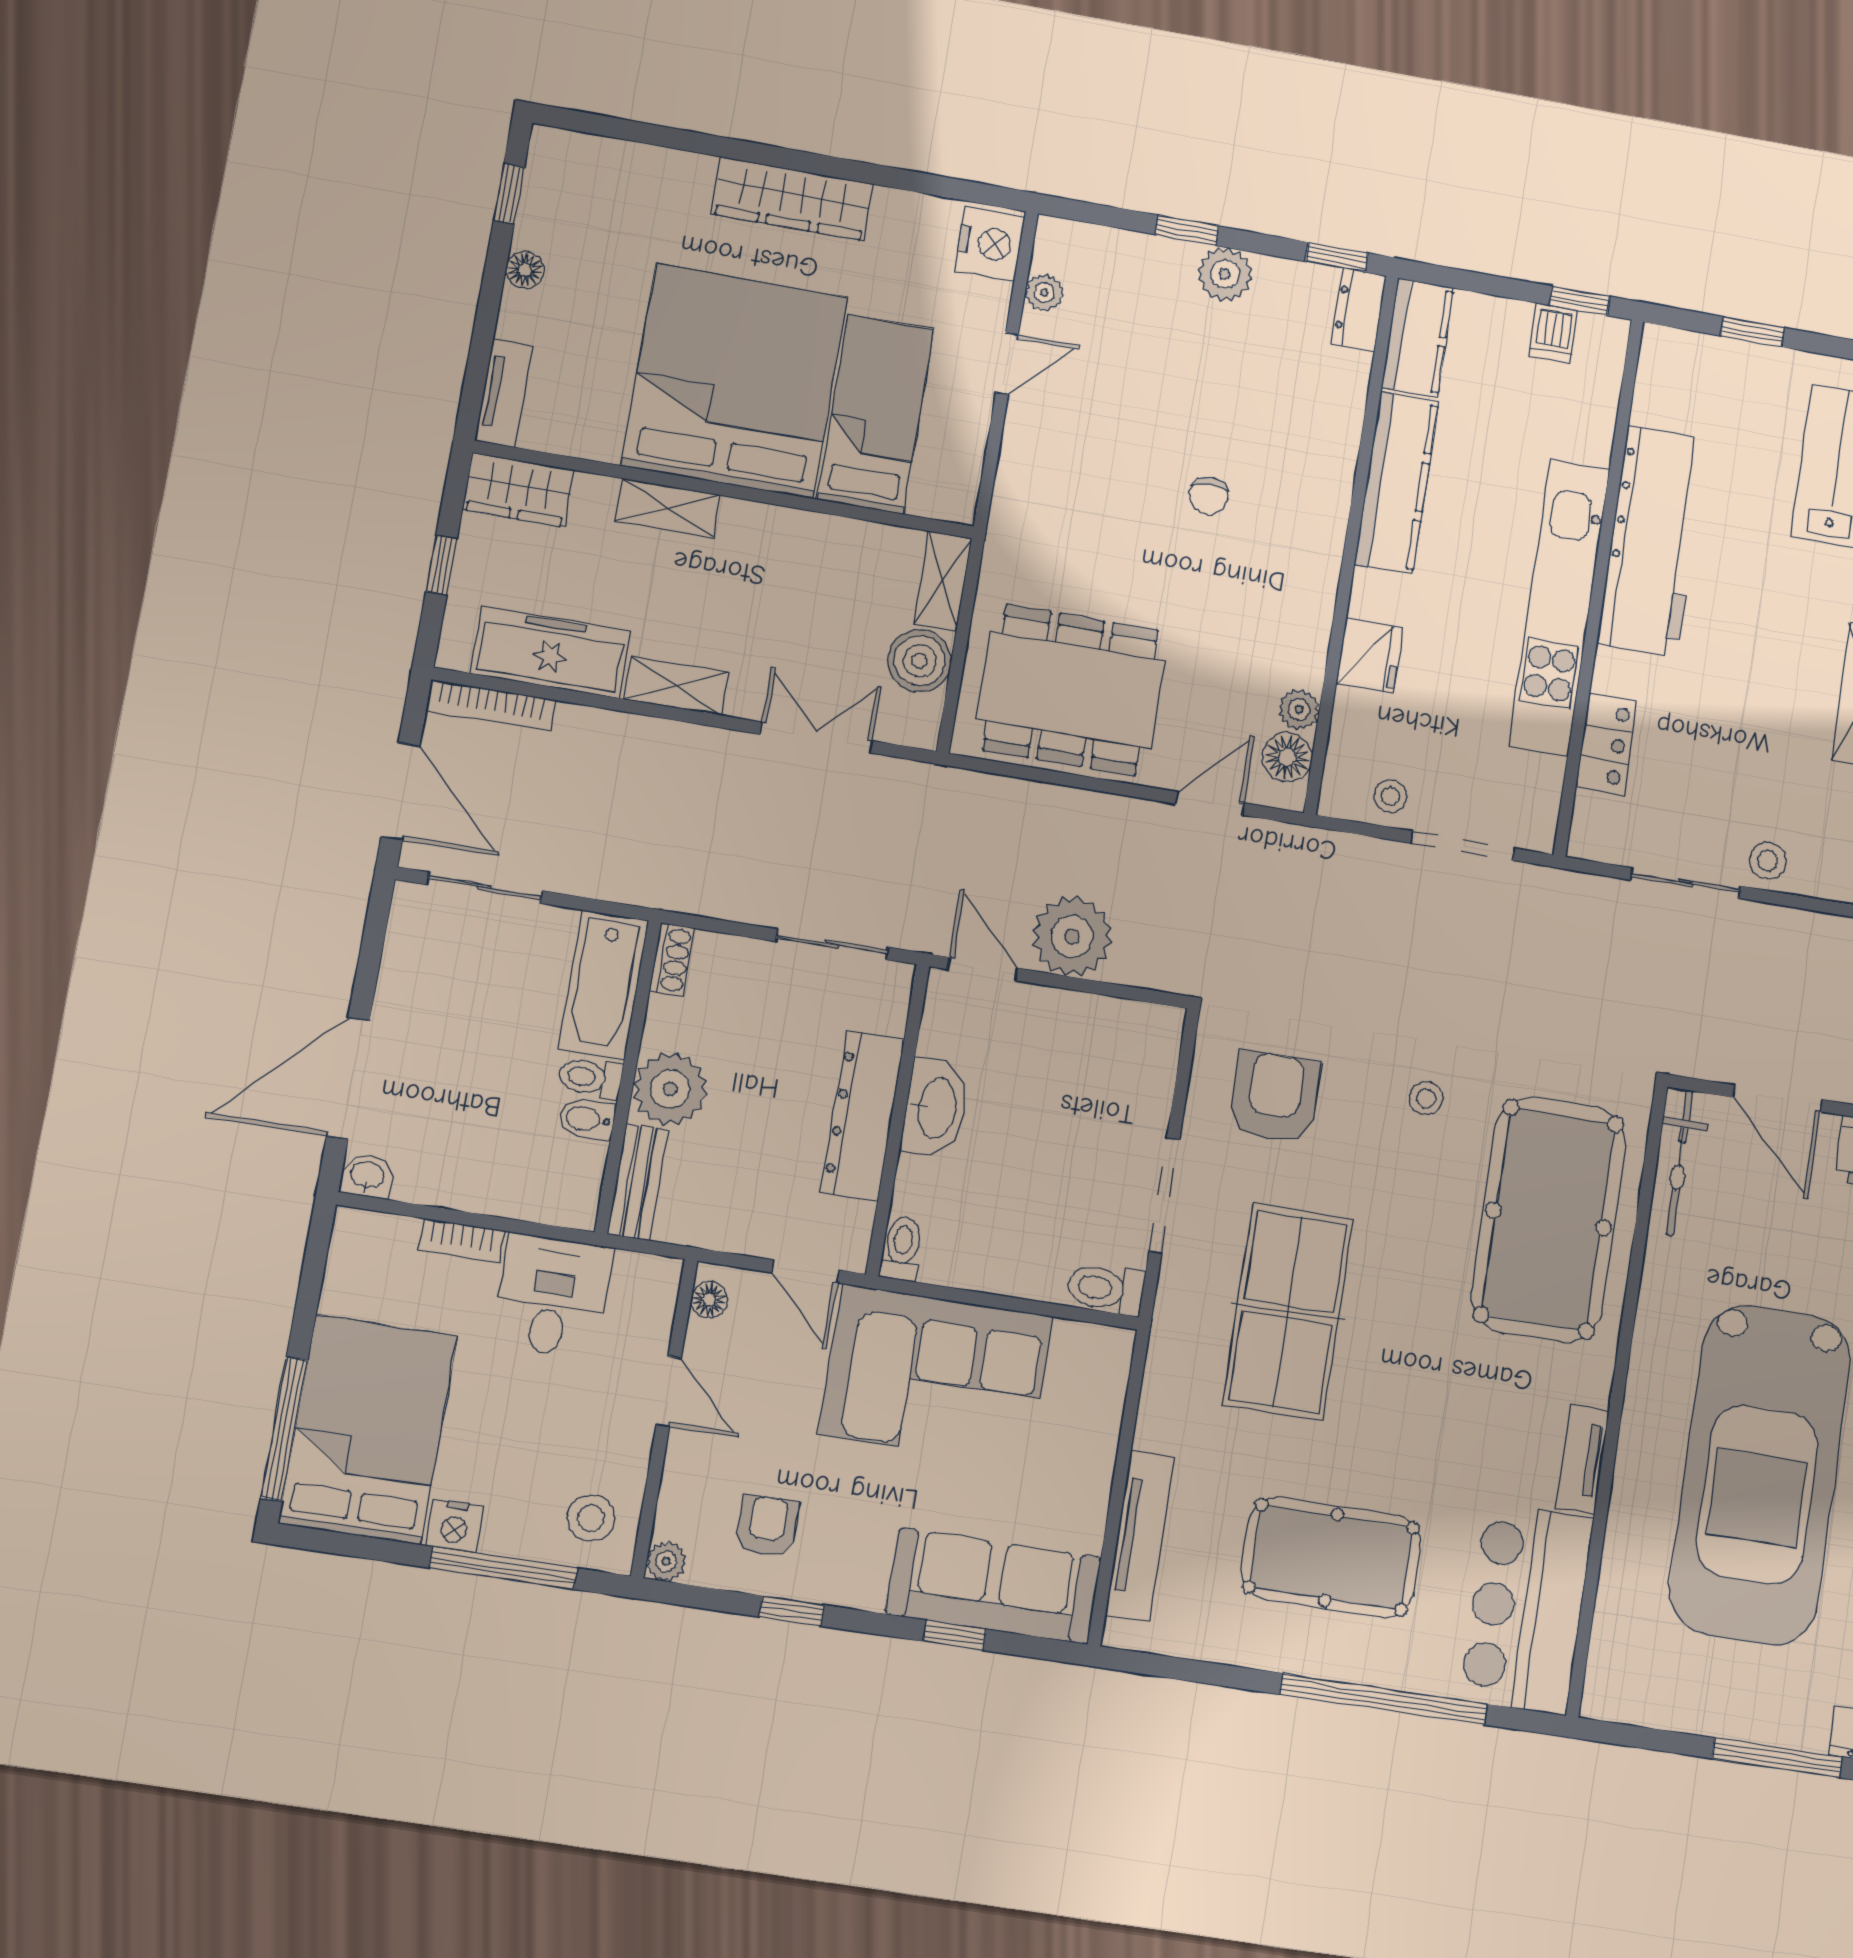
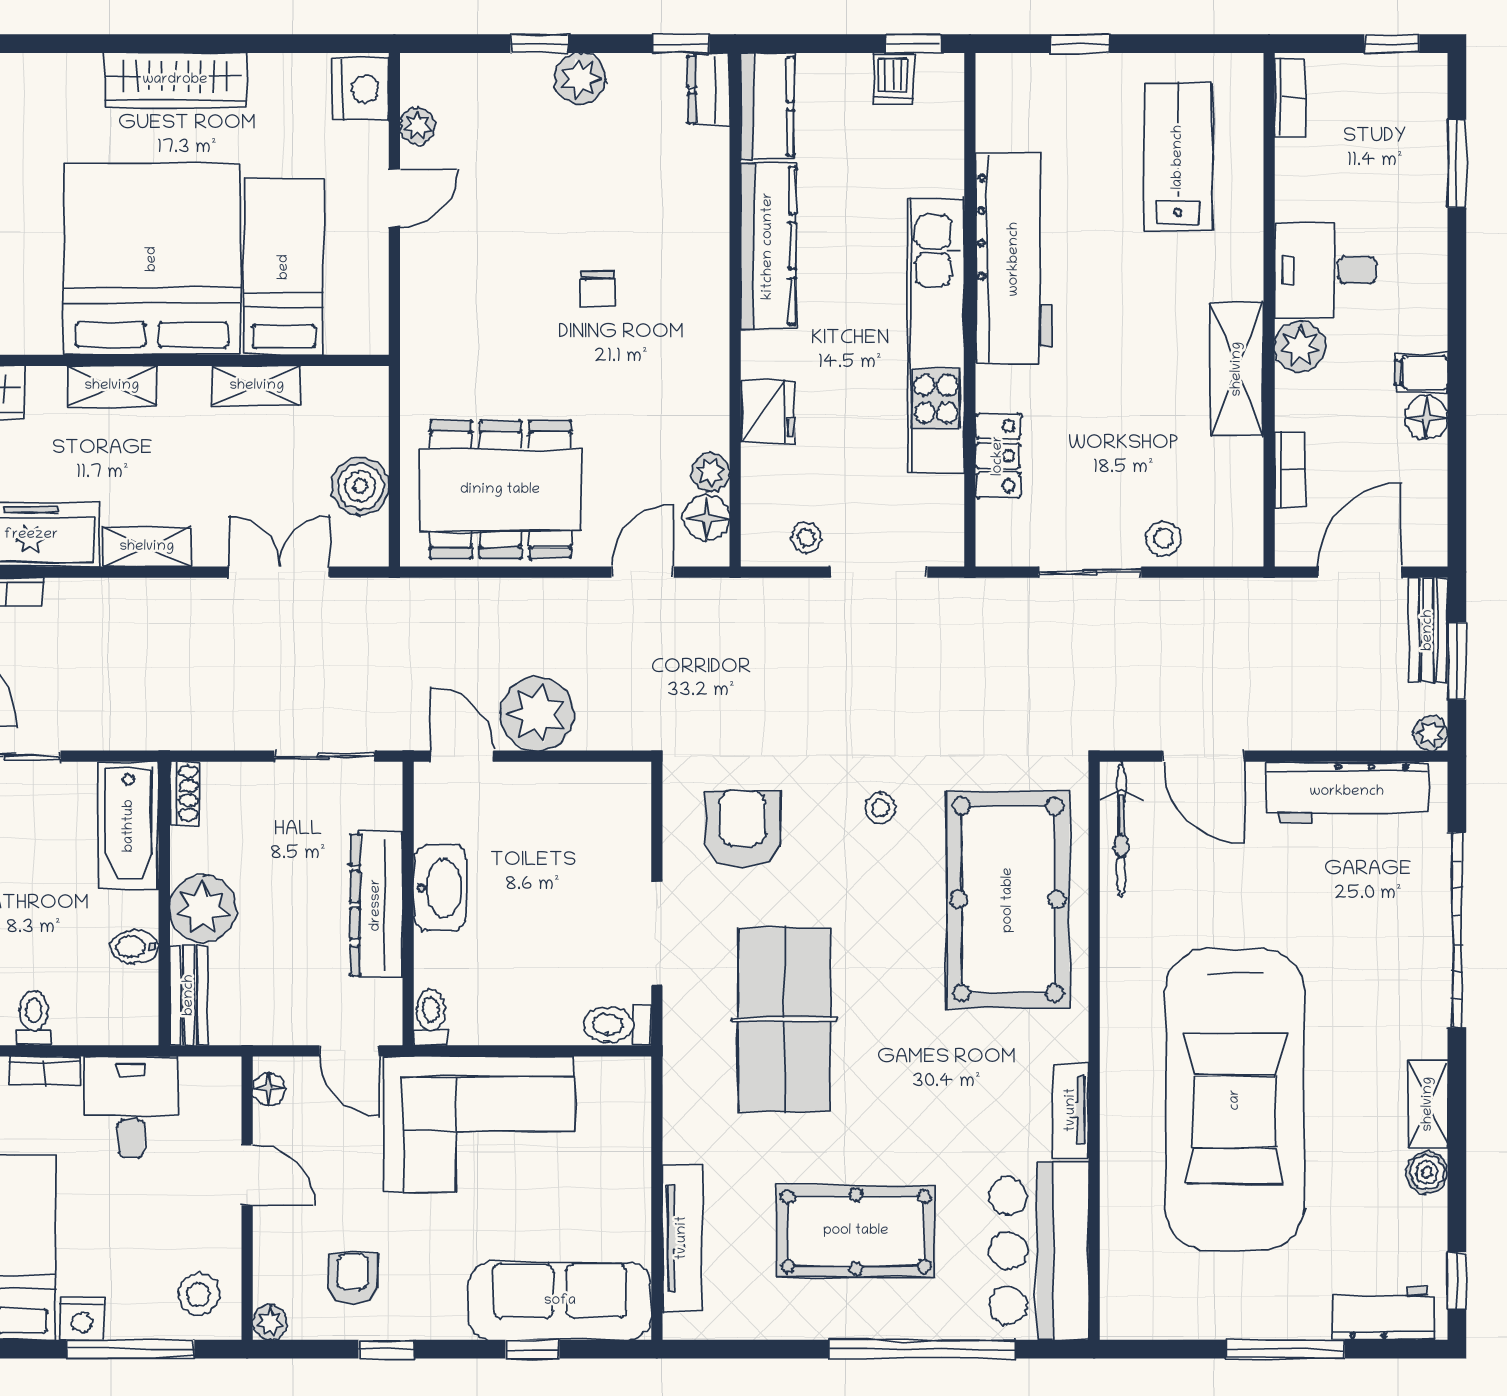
shelving: (943, 581) -> (257, 386), moved, turned 90
toilet: (590, 1078) -> (34, 1018), moved, turned 90

